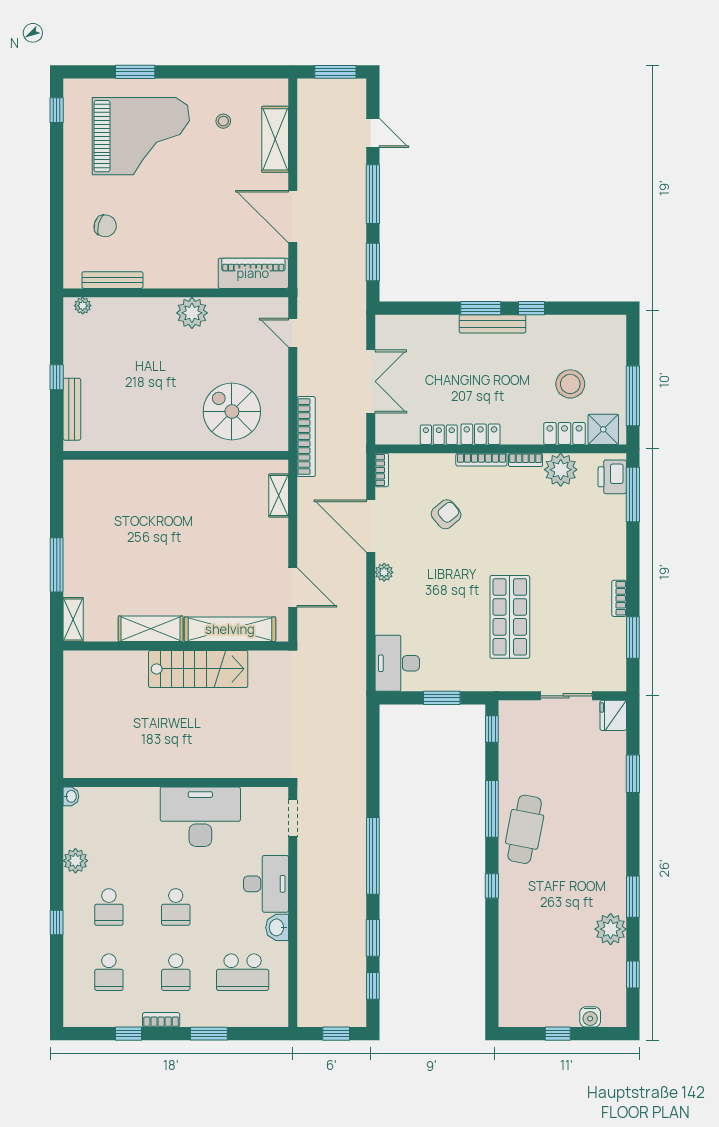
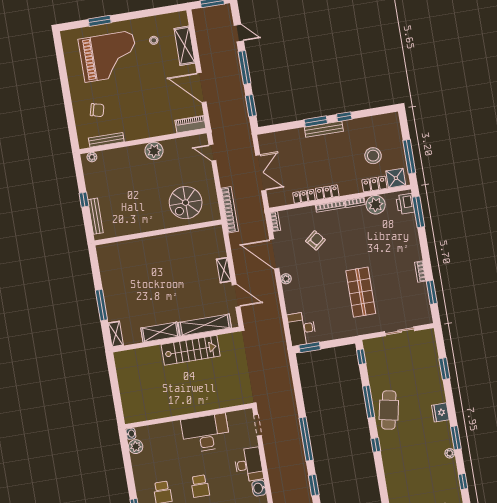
window: (57, 110) -> (59, 50), removed
piano: (253, 273) -> (190, 124), width x0.73, depth x0.75
spiral stairs: (232, 411) -> (186, 203), turned -90
shelving: (279, 496) -> (224, 270), moved
window: (442, 698) -> (310, 347), moved
fridge: (613, 715) -> (440, 412), moved
plant: (75, 861) -> (136, 447), moved
plant: (611, 929) -> (450, 453), width x0.53, depth x0.53

